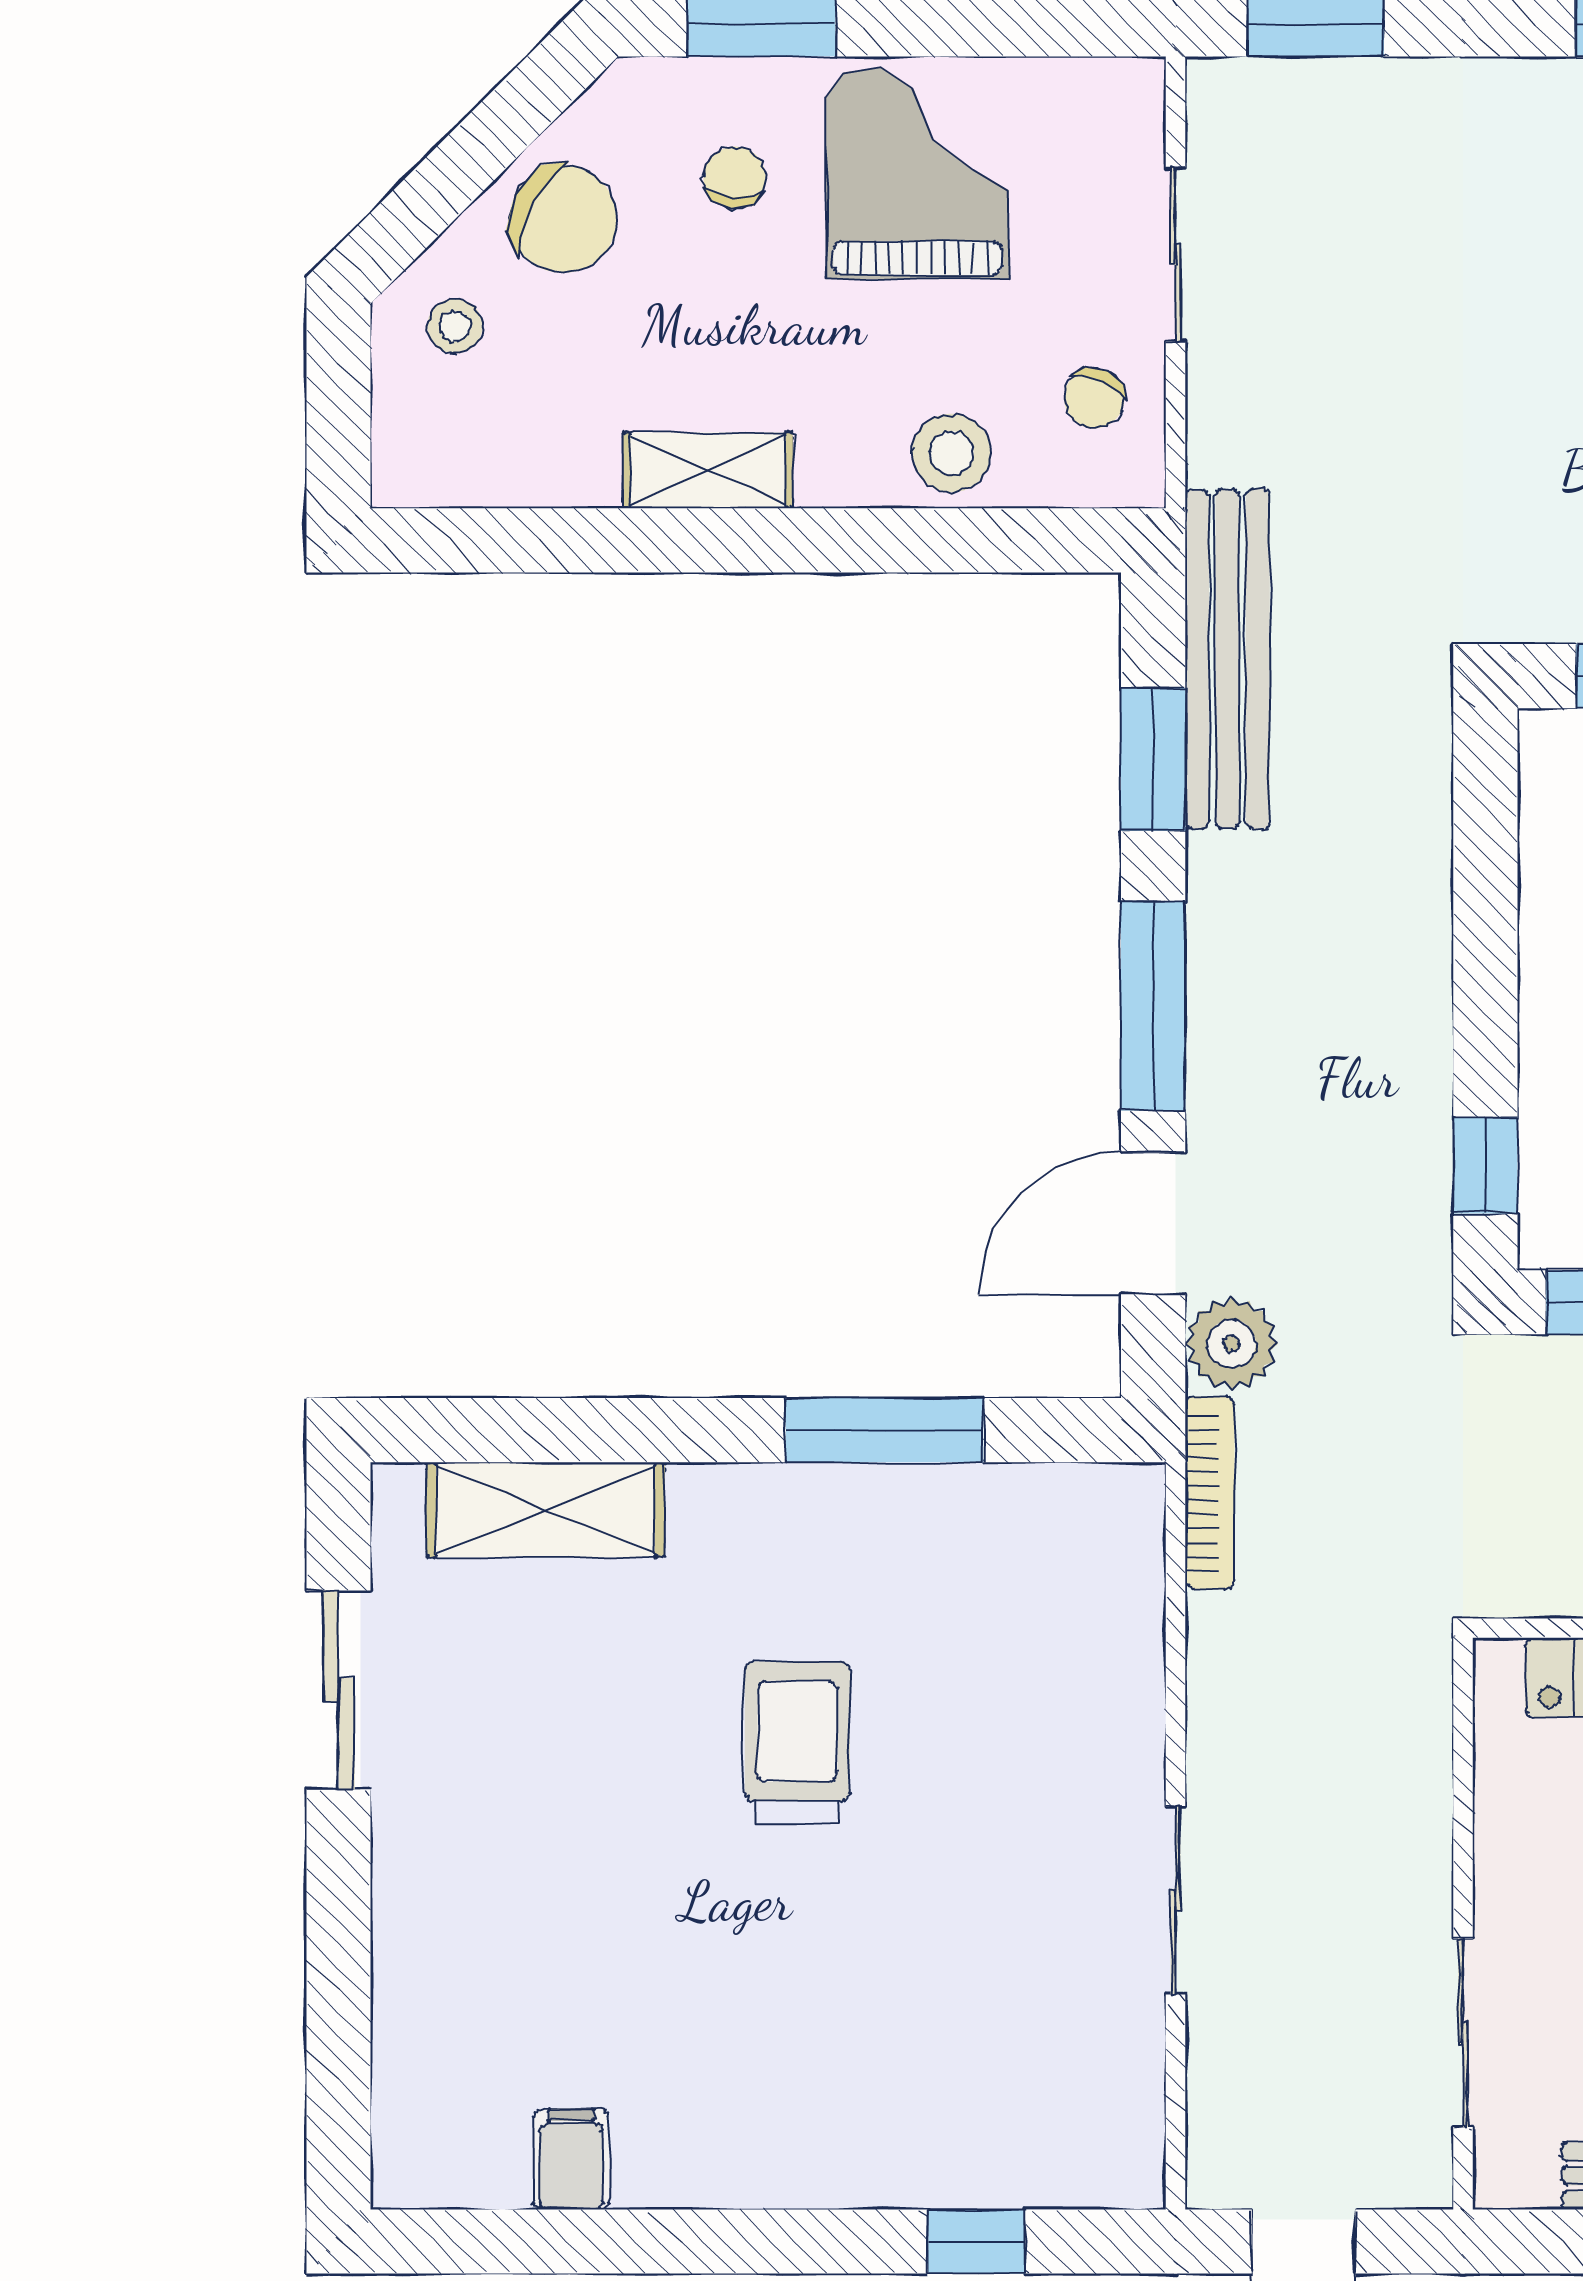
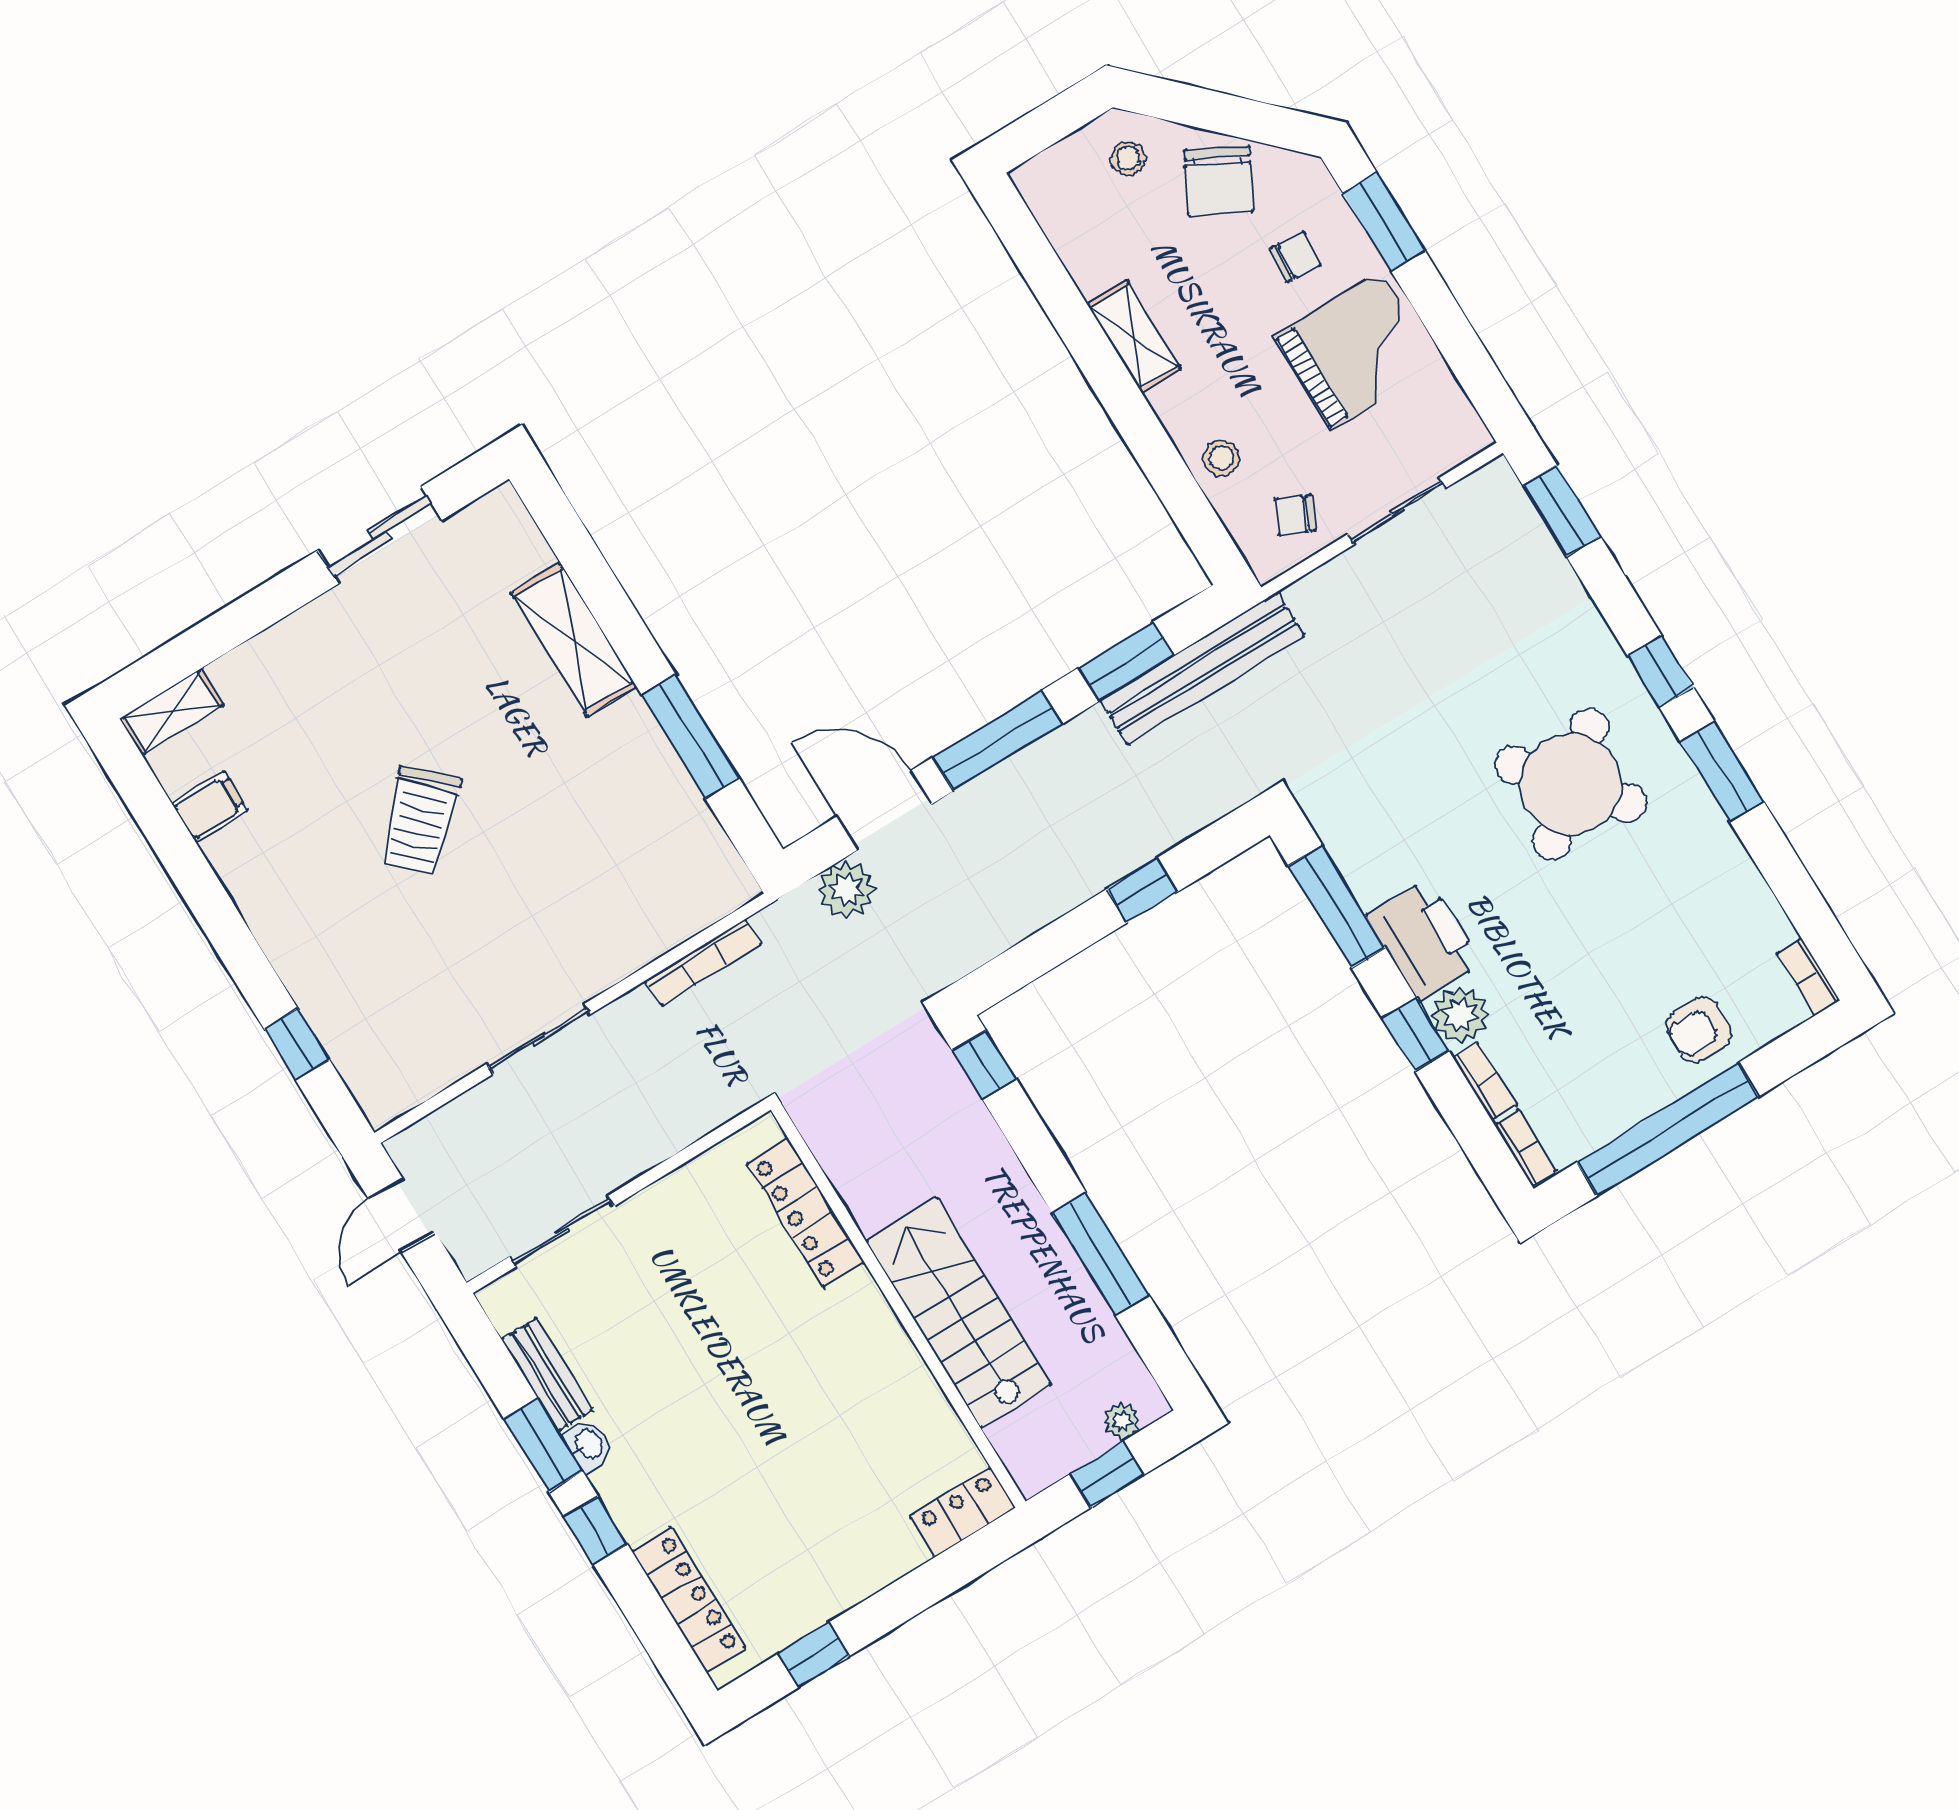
stool: (951, 453) -> (1221, 458), width x0.73, depth x0.73
window: (1485, 1166) -> (1142, 890), moved
bookcase: (1210, 1493) -> (703, 962), moved
shelving: (545, 1510) -> (574, 640), moved
trolley: (797, 1743) -> (420, 821), moved, turned 135
shelving: (406, 2131) -> (171, 712), added

